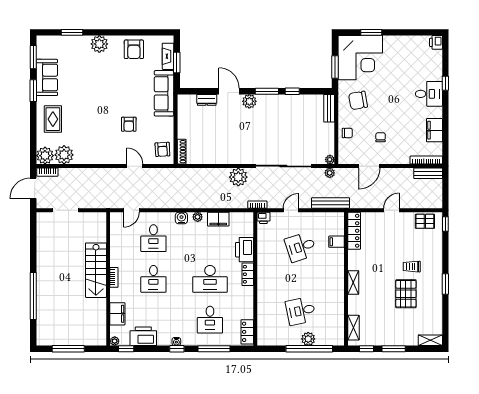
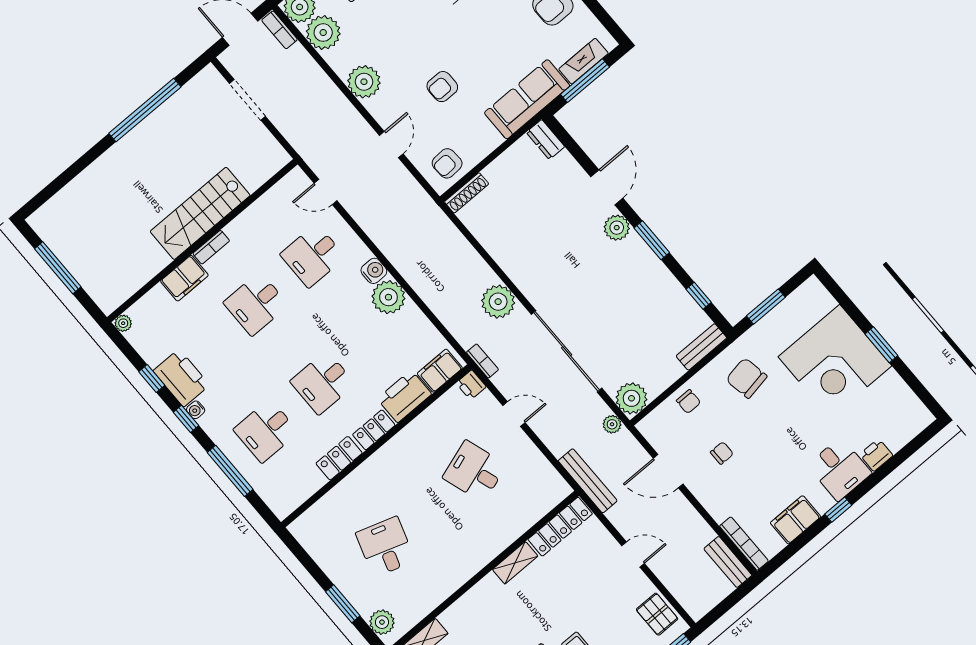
window: (371, 32) -> (881, 345), moved
printer: (436, 42) -> (876, 455), moved
corner desk: (360, 58) -> (835, 361), moved
window: (177, 63) -> (585, 81), width x1.44
window: (445, 83) -> (838, 510), moved
window: (292, 91) -> (699, 296), moved
dresser: (207, 100) -> (545, 139), moved
plant: (99, 155) -> (364, 82), added
plant: (330, 160) -> (631, 398), width x1.87, depth x1.87
bench: (331, 203) -> (588, 481), moved
plant: (198, 217) -> (388, 297), width x1.87, depth x1.87
filing cabinet: (218, 219) -> (440, 371), moved, turned 90
filing cabinet: (337, 242) -> (524, 515), removed
desk: (210, 279) -> (323, 383), width x0.73
shelving: (353, 282) -> (515, 563), moved
window: (33, 296) -> (145, 110), moved
desk: (301, 311) -> (385, 547), turned 30
filing cabinet: (117, 314) -> (184, 278), moved
locker: (247, 332) -> (339, 458), moved
printer: (143, 336) -> (181, 378), moved
plant: (308, 339) -> (382, 622), moved
window: (126, 349) -> (152, 379), moved
window: (309, 349) -> (343, 604), width x0.47

